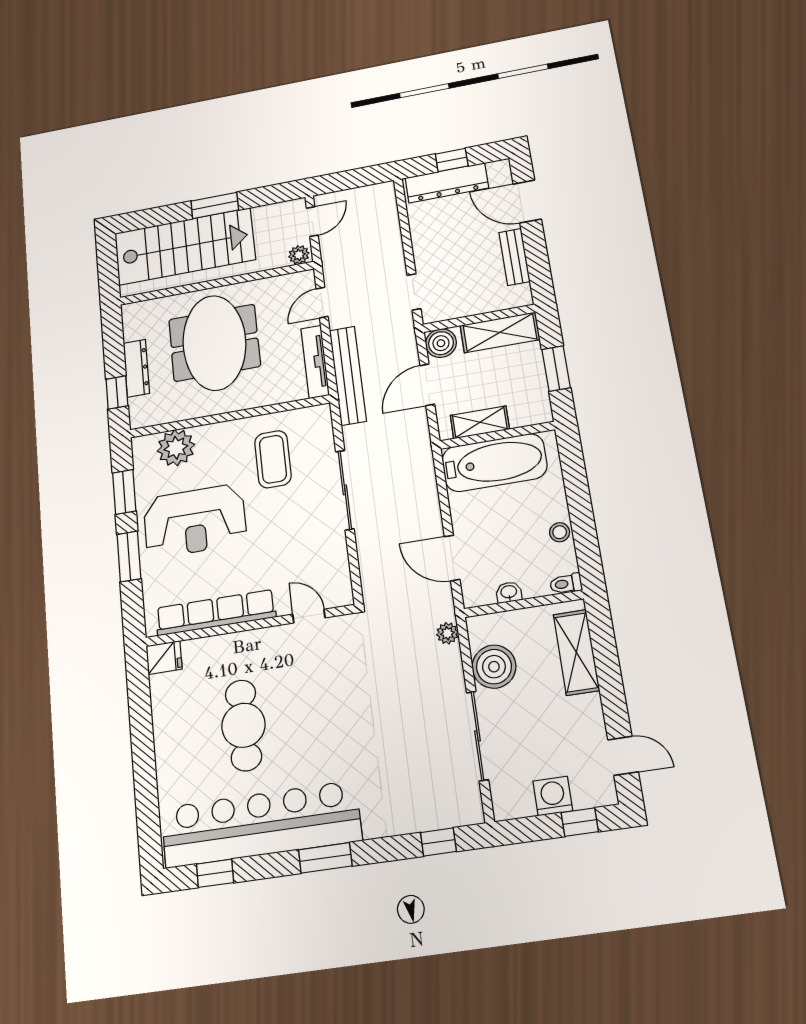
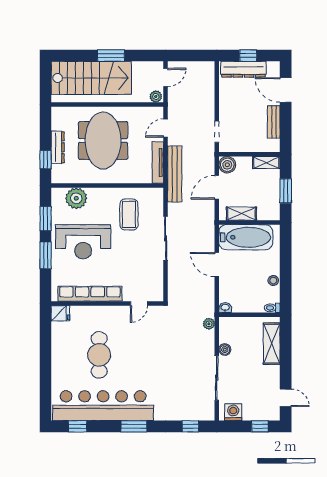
shelving: (500, 332) -> (266, 163), width x0.67, depth x0.75
door: (452, 558) -> (217, 265), moved
washbasin: (509, 592) -> (225, 308), moved
door: (309, 616) -> (139, 303), swing flipped
boiler: (494, 667) -> (225, 350), width x0.54, depth x0.54
washing machine: (553, 796) -> (233, 412), moved

